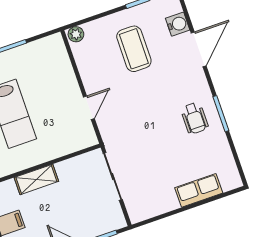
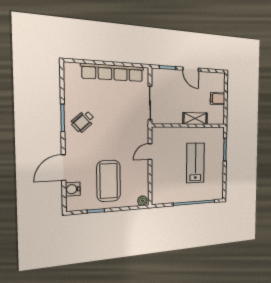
coffee table: (134, 49) -> (109, 181), width x1.36, depth x1.32
wheelchair: (195, 118) -> (83, 121), turned -132
row of seats: (199, 190) -> (113, 72), width x2.02

